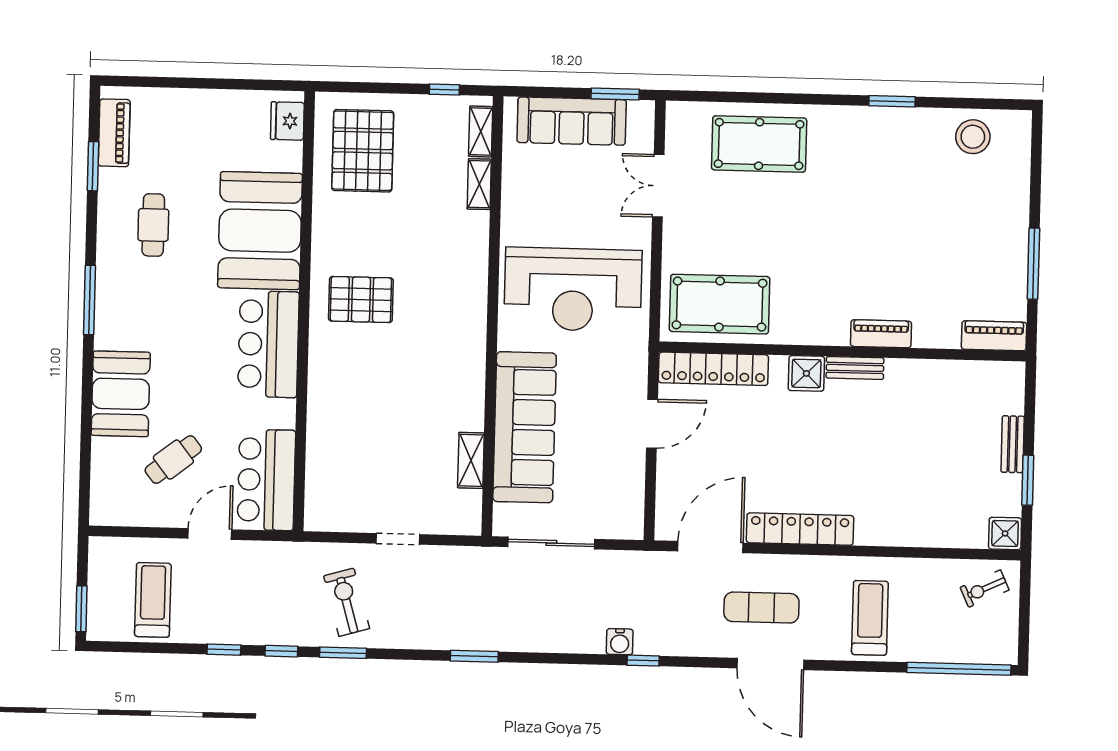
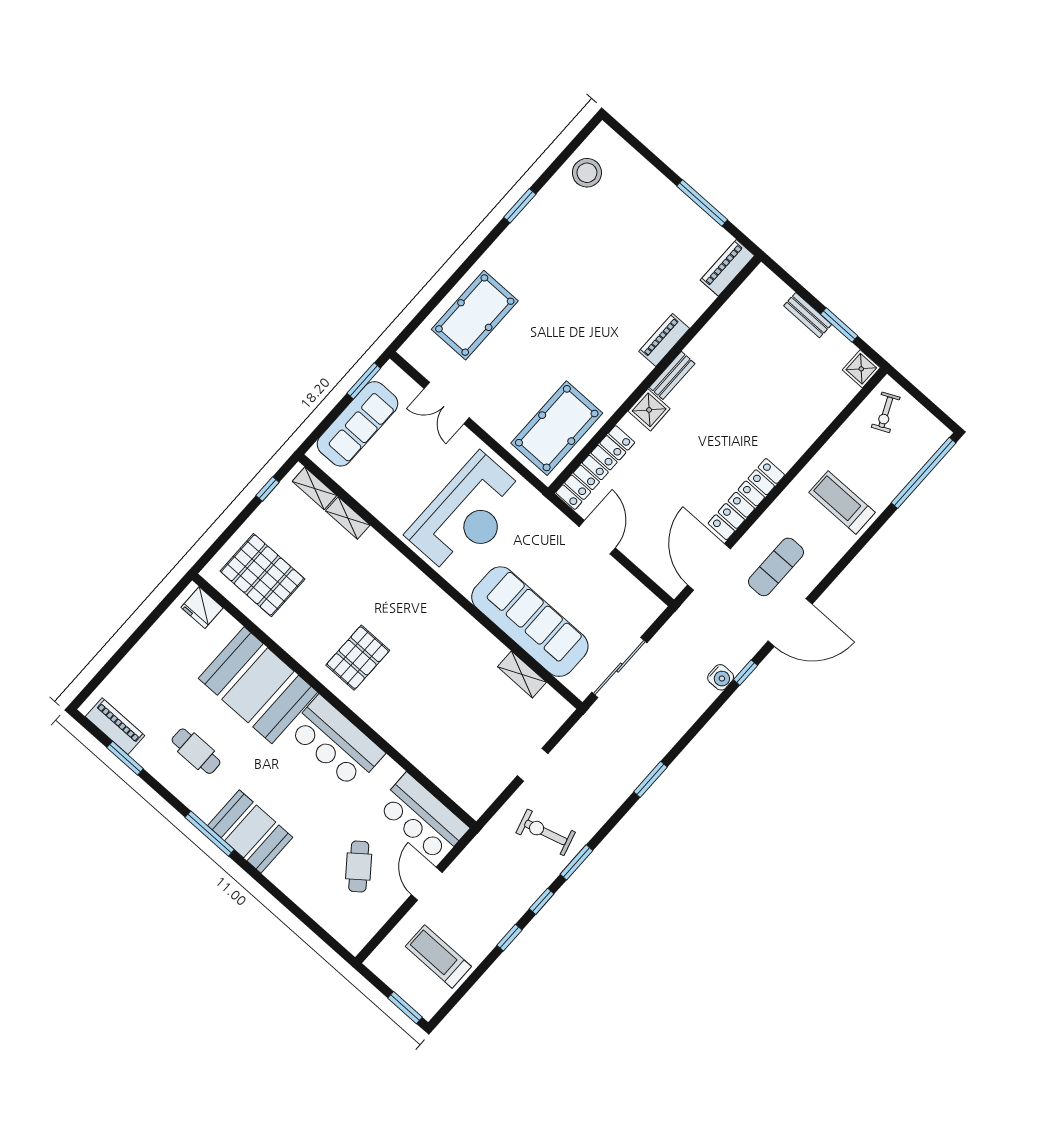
booth: (121, 394) -> (250, 831), moved
door: (770, 664) -> (790, 623), moved

